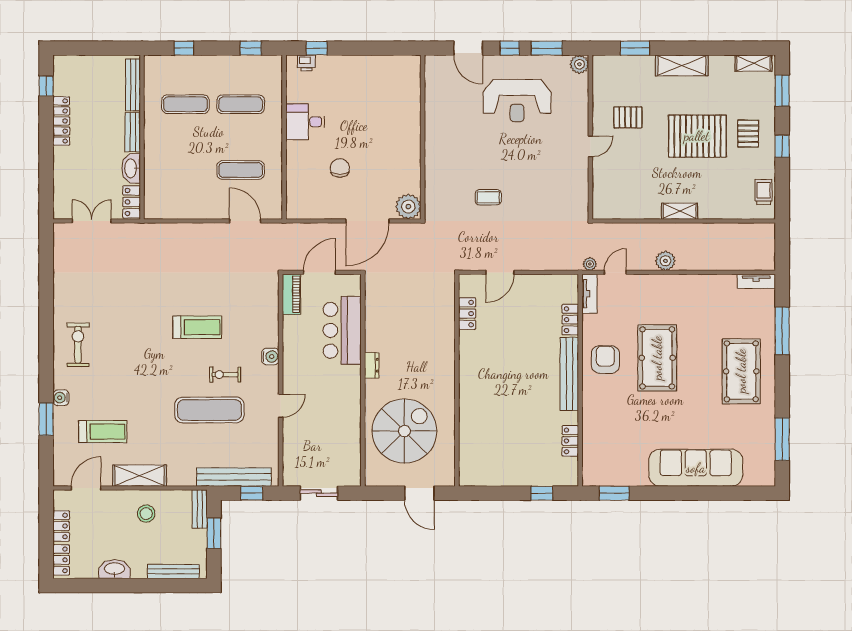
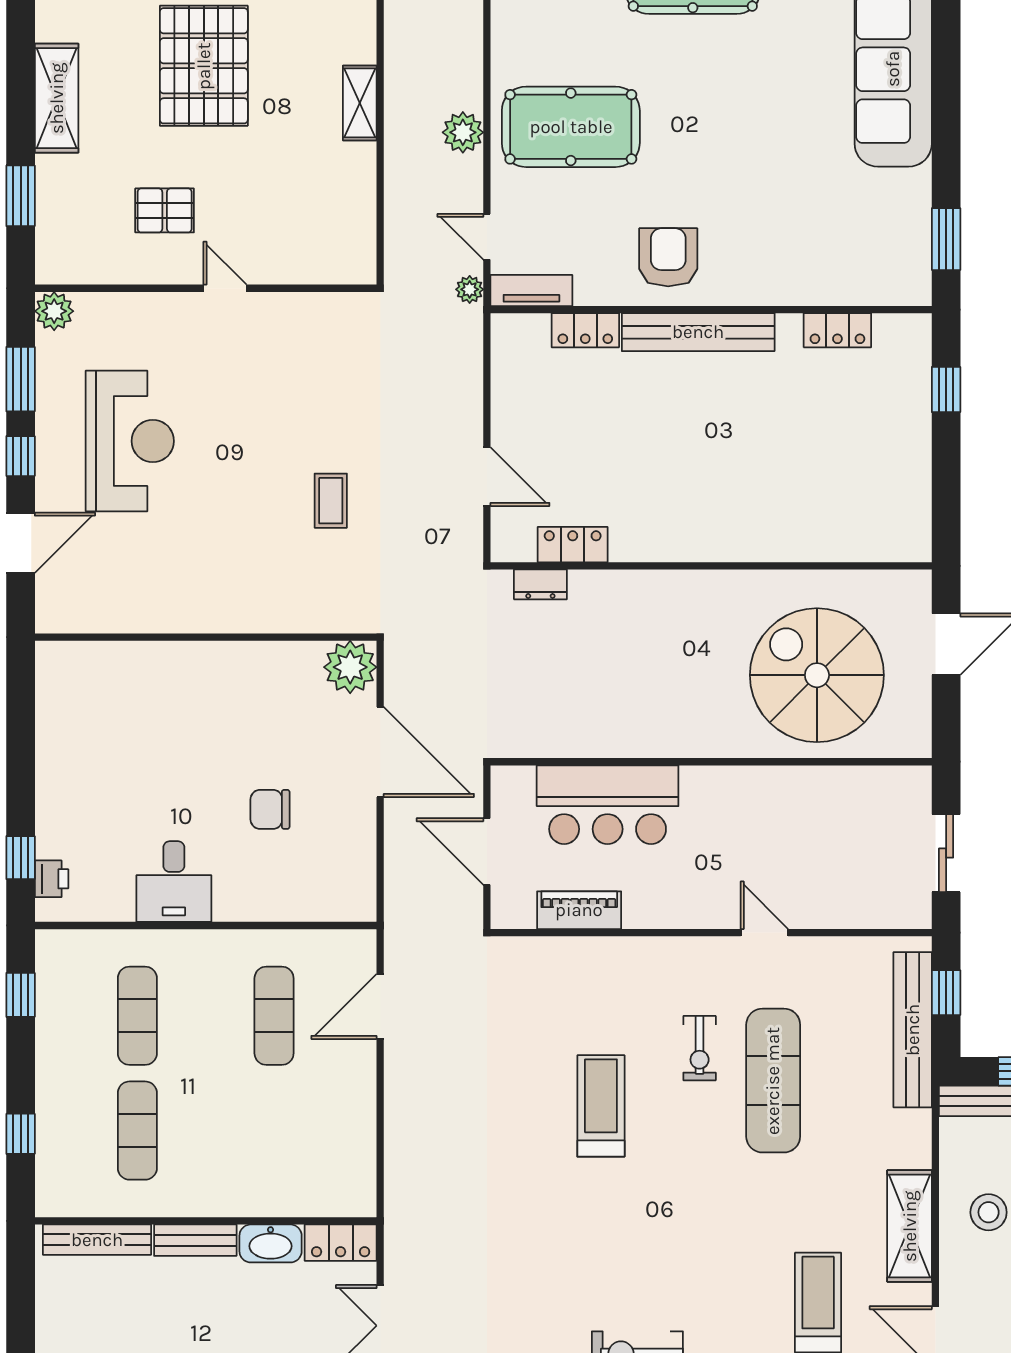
pallet: (628, 117) -> (165, 210), turned 90
piano: (291, 294) -> (579, 910), moved
water cooler: (270, 357) -> (662, 954), removed
pool table: (657, 358) -> (571, 127), moved
armchair: (605, 360) -> (668, 257), turned 90
dresser: (372, 365) -> (540, 584), moved, turned 180

